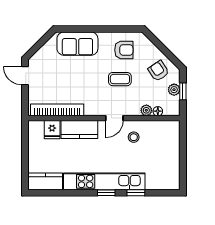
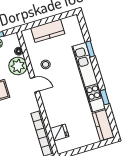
plant: (146, 110) -> (18, 66), width x1.88, depth x1.88
kitchen counter: (79, 129) -> (48, 31), moved, turned 90
window: (106, 193) -> (105, 97), moved

